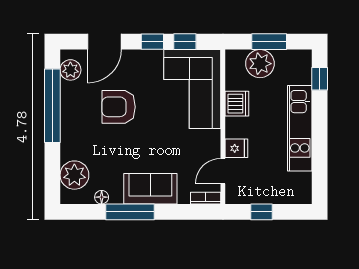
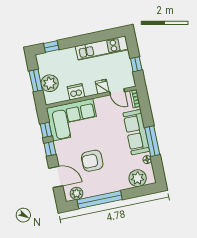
armchair: (119, 107) -> (92, 161), turned 90
kitchen unit: (300, 128) -> (102, 48), moved
sofa: (150, 189) -> (136, 132), width x1.36

